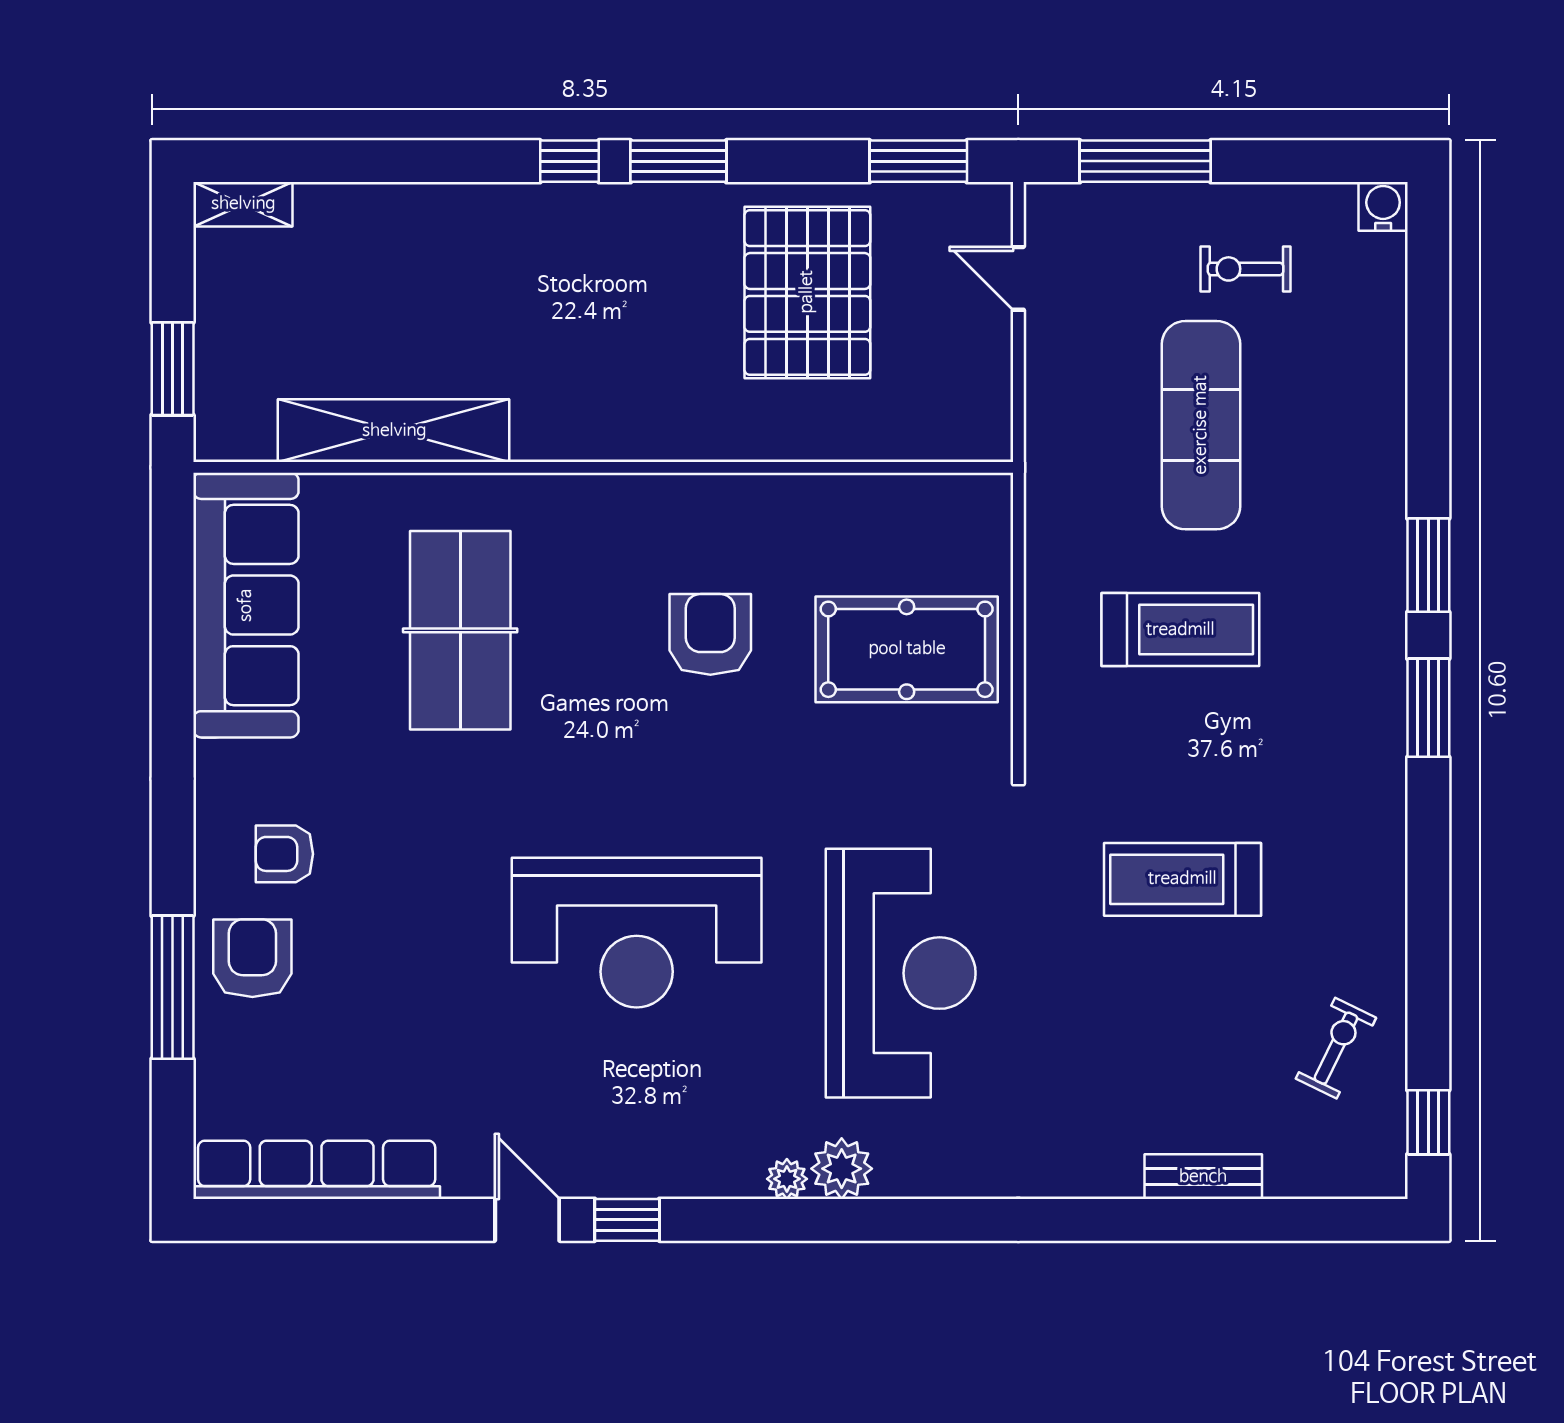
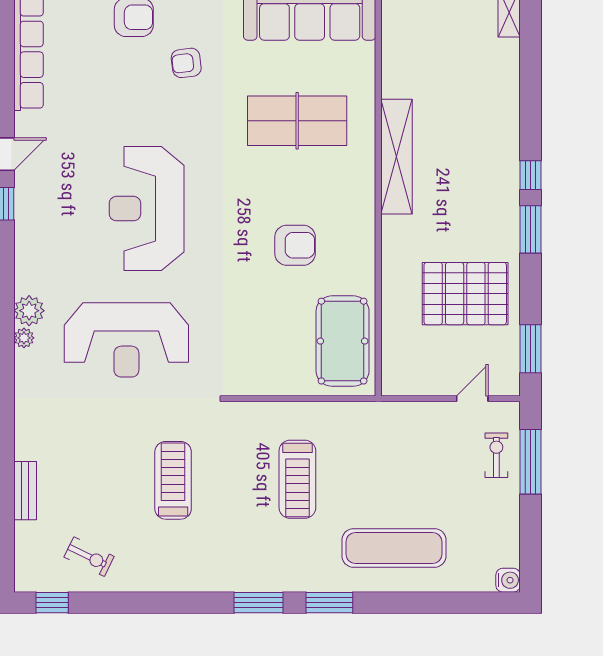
exercise bike: (1245, 269) -> (496, 455), moved
exercise mat: (1201, 425) -> (394, 548), moved
shelving: (394, 431) -> (396, 157), moved
pool table: (907, 649) -> (343, 341), moved
armchair: (284, 854) -> (186, 63), moved, turned -97
plant: (787, 1179) -> (24, 338), moved

